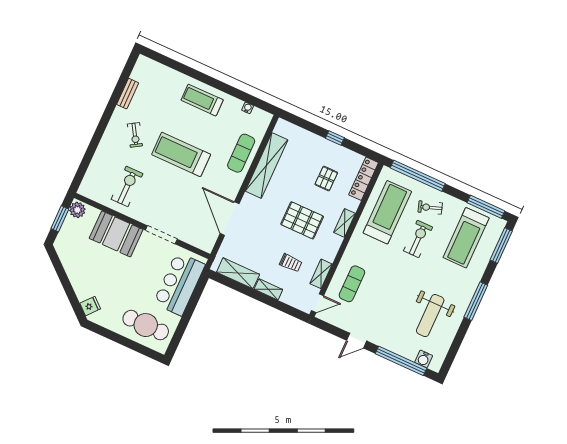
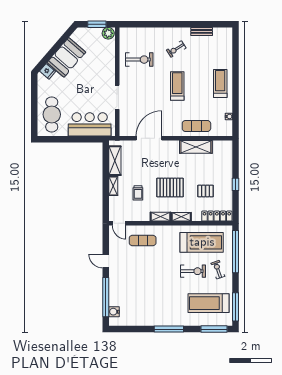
treadmill: (181, 154) -> (177, 86), width x0.73, depth x0.73
shelving: (267, 166) -> (196, 147), width x0.68
pallet: (302, 220) -> (170, 188), turned 90
booth: (116, 234) -> (66, 57), moved, turned 41
shelving: (321, 274) -> (161, 217), moved
weight bench: (430, 316) -> (145, 303), removed

